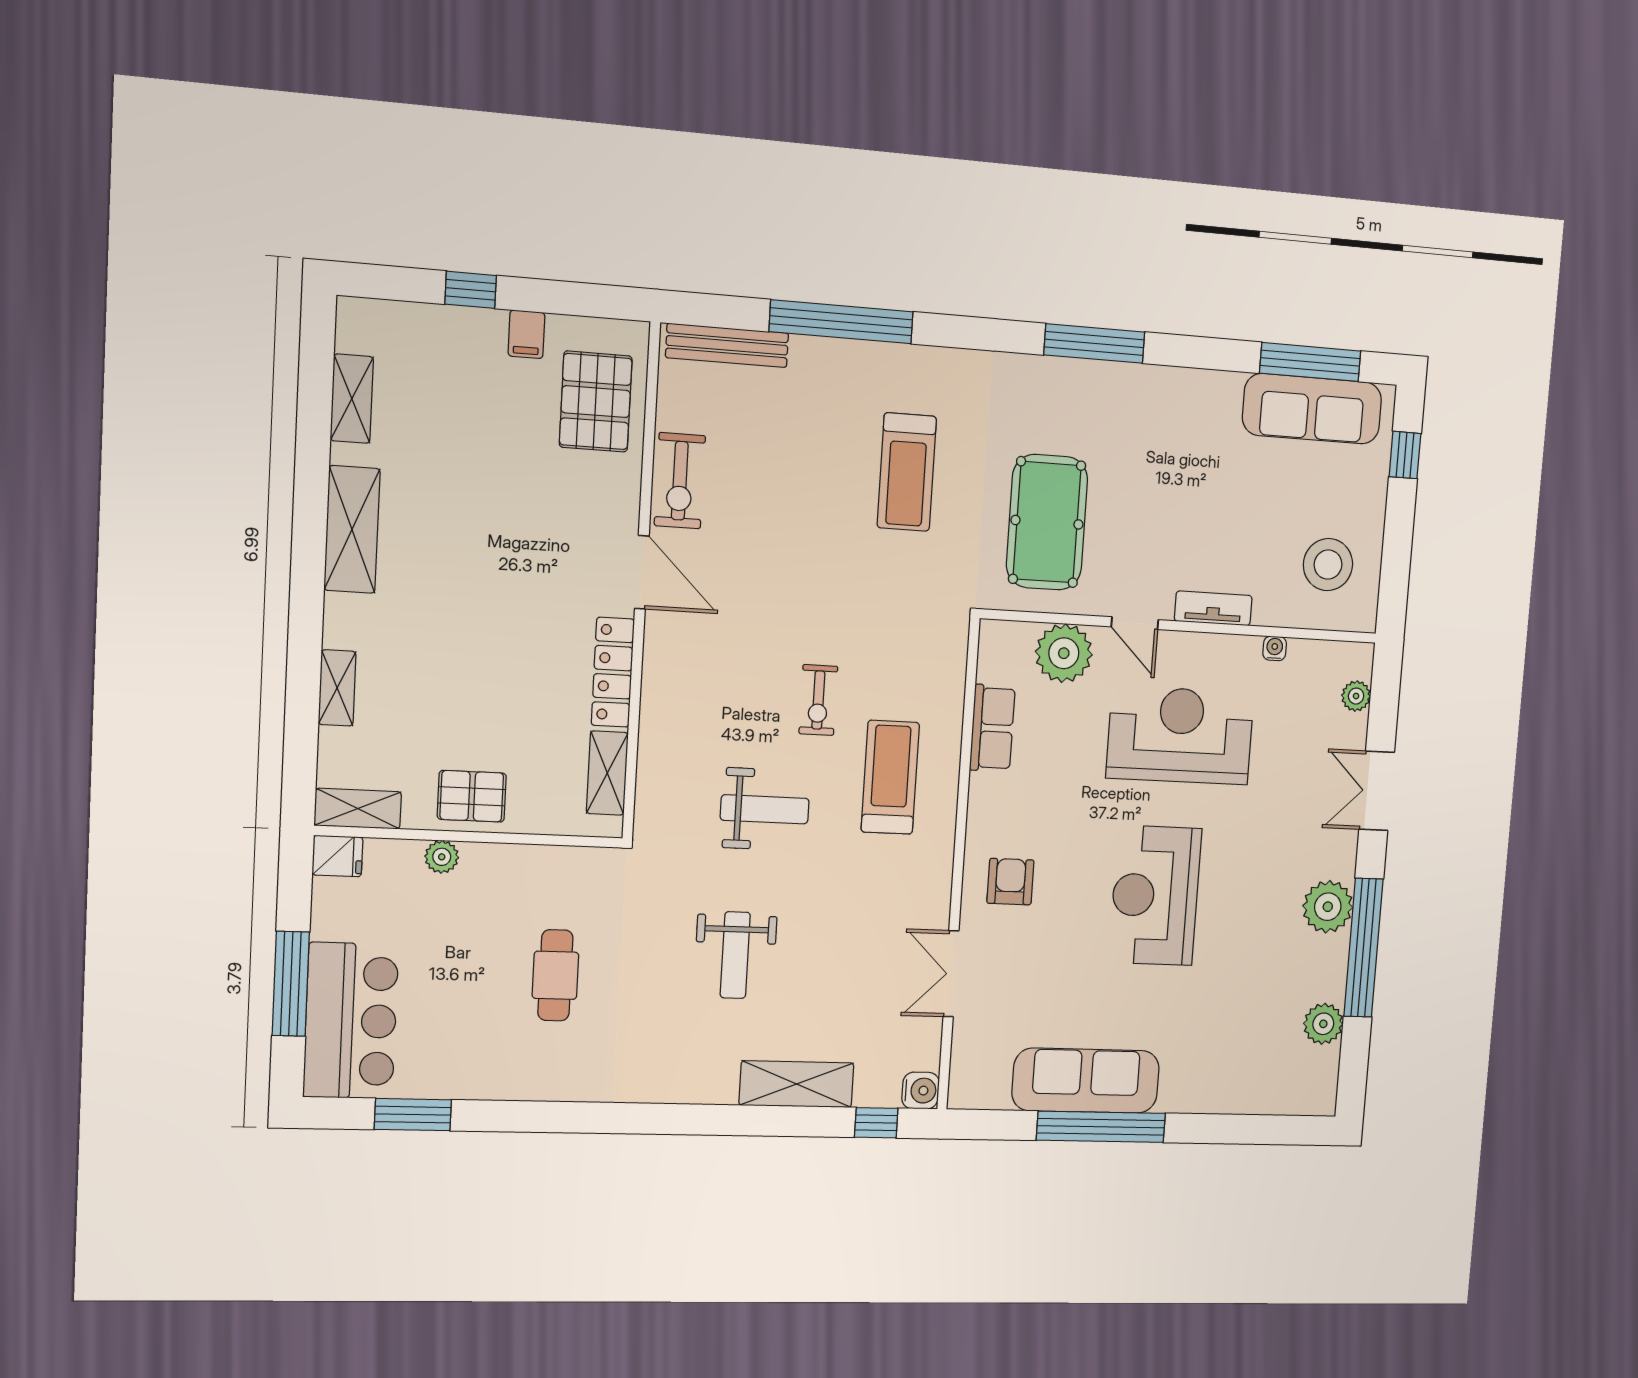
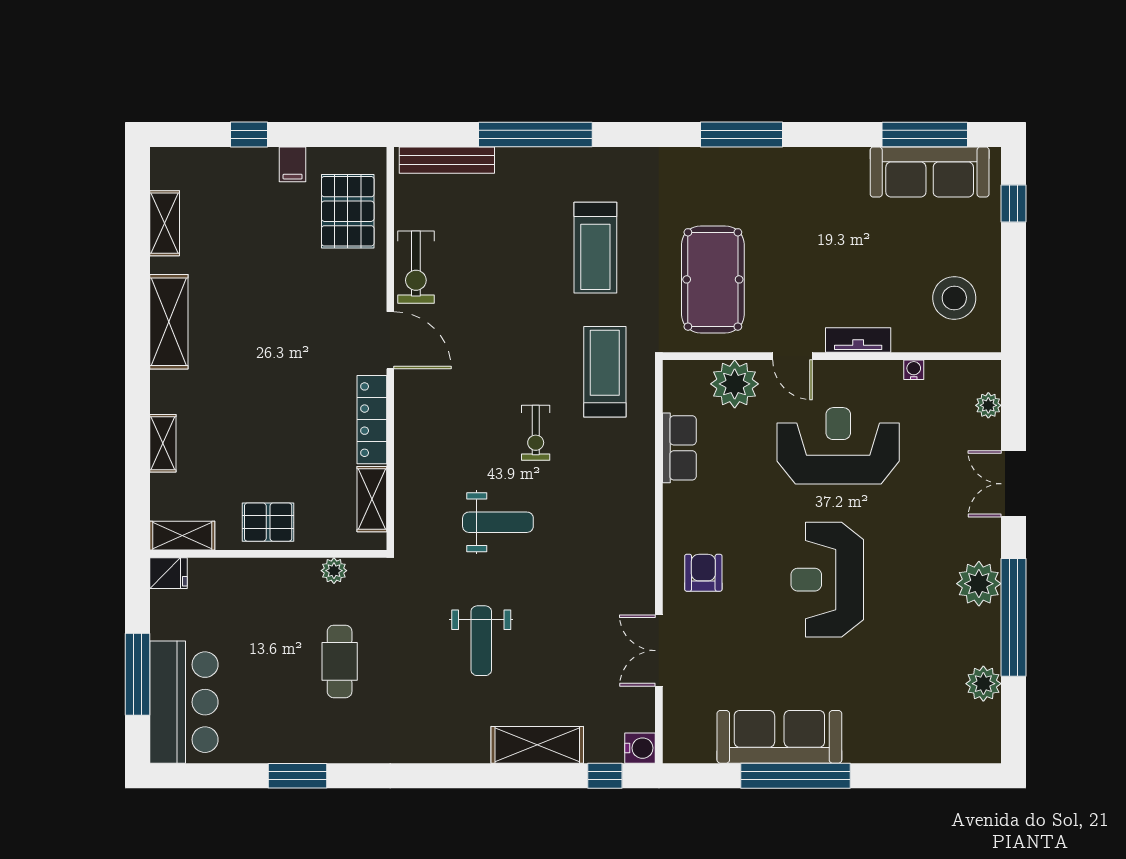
treadmill: (890, 777) -> (605, 372), moved
plant: (442, 857) -> (334, 571), moved
window: (413, 1115) -> (298, 776), moved

